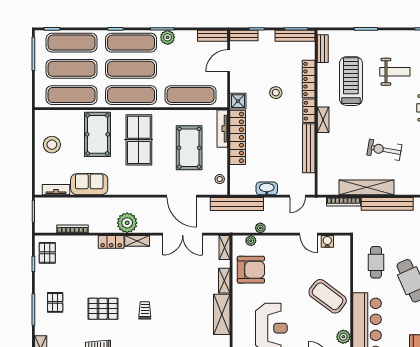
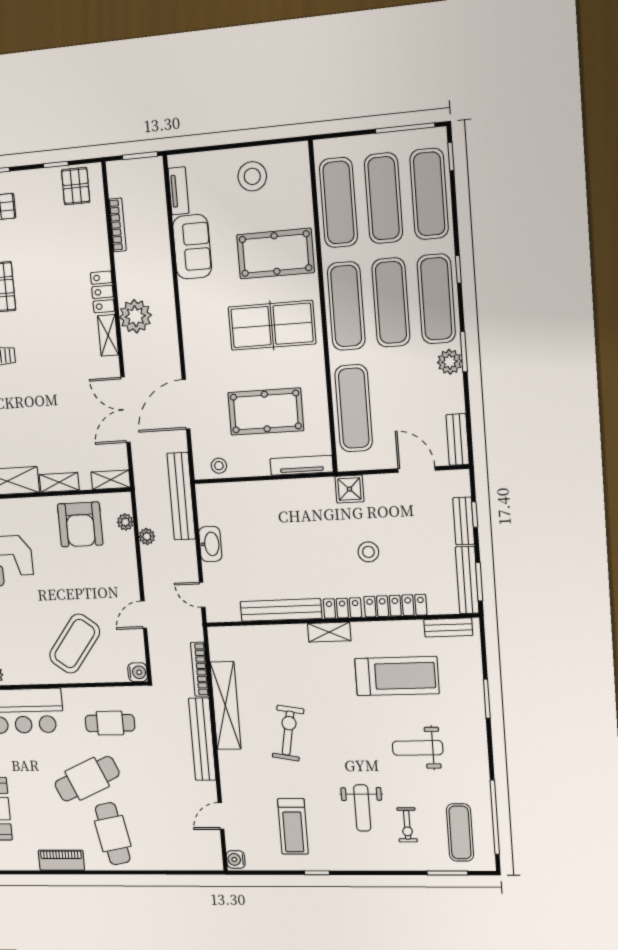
bench: (244, 35) -> (464, 521), moved
weight bench: (395, 72) -> (418, 748), turned 90
locker: (238, 137) -> (289, 492), removed
water cooler: (327, 241) -> (138, 672), moved
pallet: (47, 253) -> (76, 186), turned 90
coffee table: (328, 296) -> (75, 644), moved

